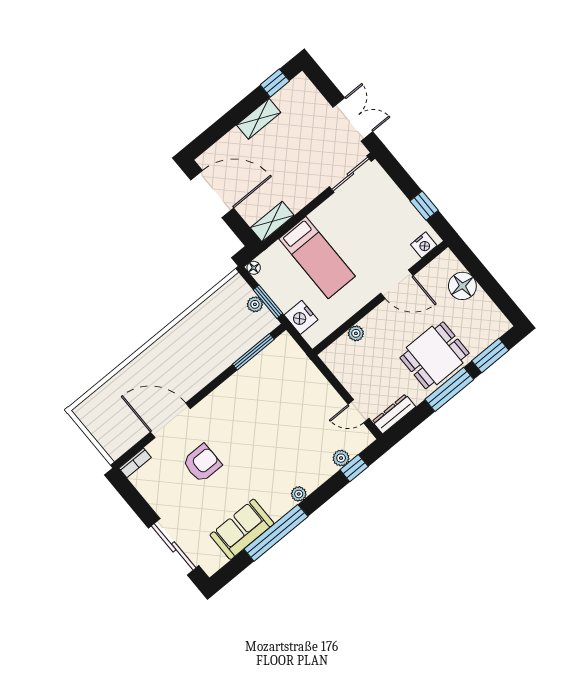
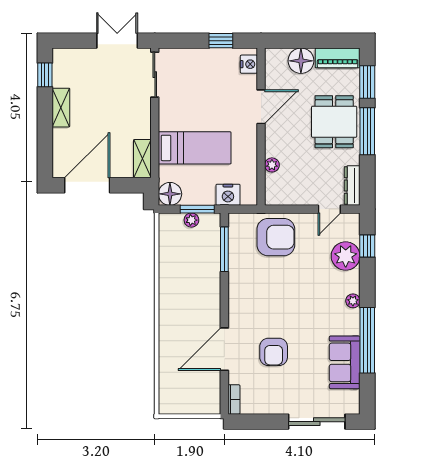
floor lamp: (254, 268) -> (170, 194), width x1.89, depth x1.89
piano: (490, 314) -> (338, 58), added
armchair: (299, 386) -> (276, 237), added
plant: (341, 458) -> (346, 256), width x1.88, depth x1.88
armchair: (202, 463) -> (274, 352), turned 180

